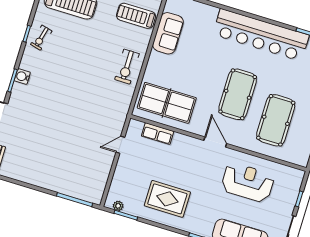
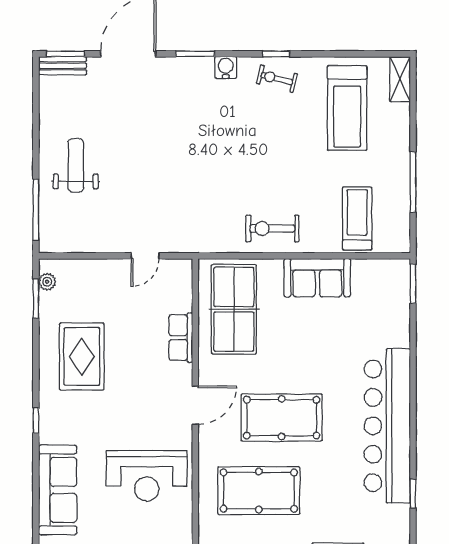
sofa: (168, 33) -> (317, 278), moved
water cooler: (22, 77) -> (226, 67), moved
row of seats: (158, 134) -> (181, 338), moved
door: (120, 145) -> (145, 256), swing flipped
weight bench: (56, 169) -> (76, 165), added
reception desk: (248, 182) -> (147, 476), turned 90

